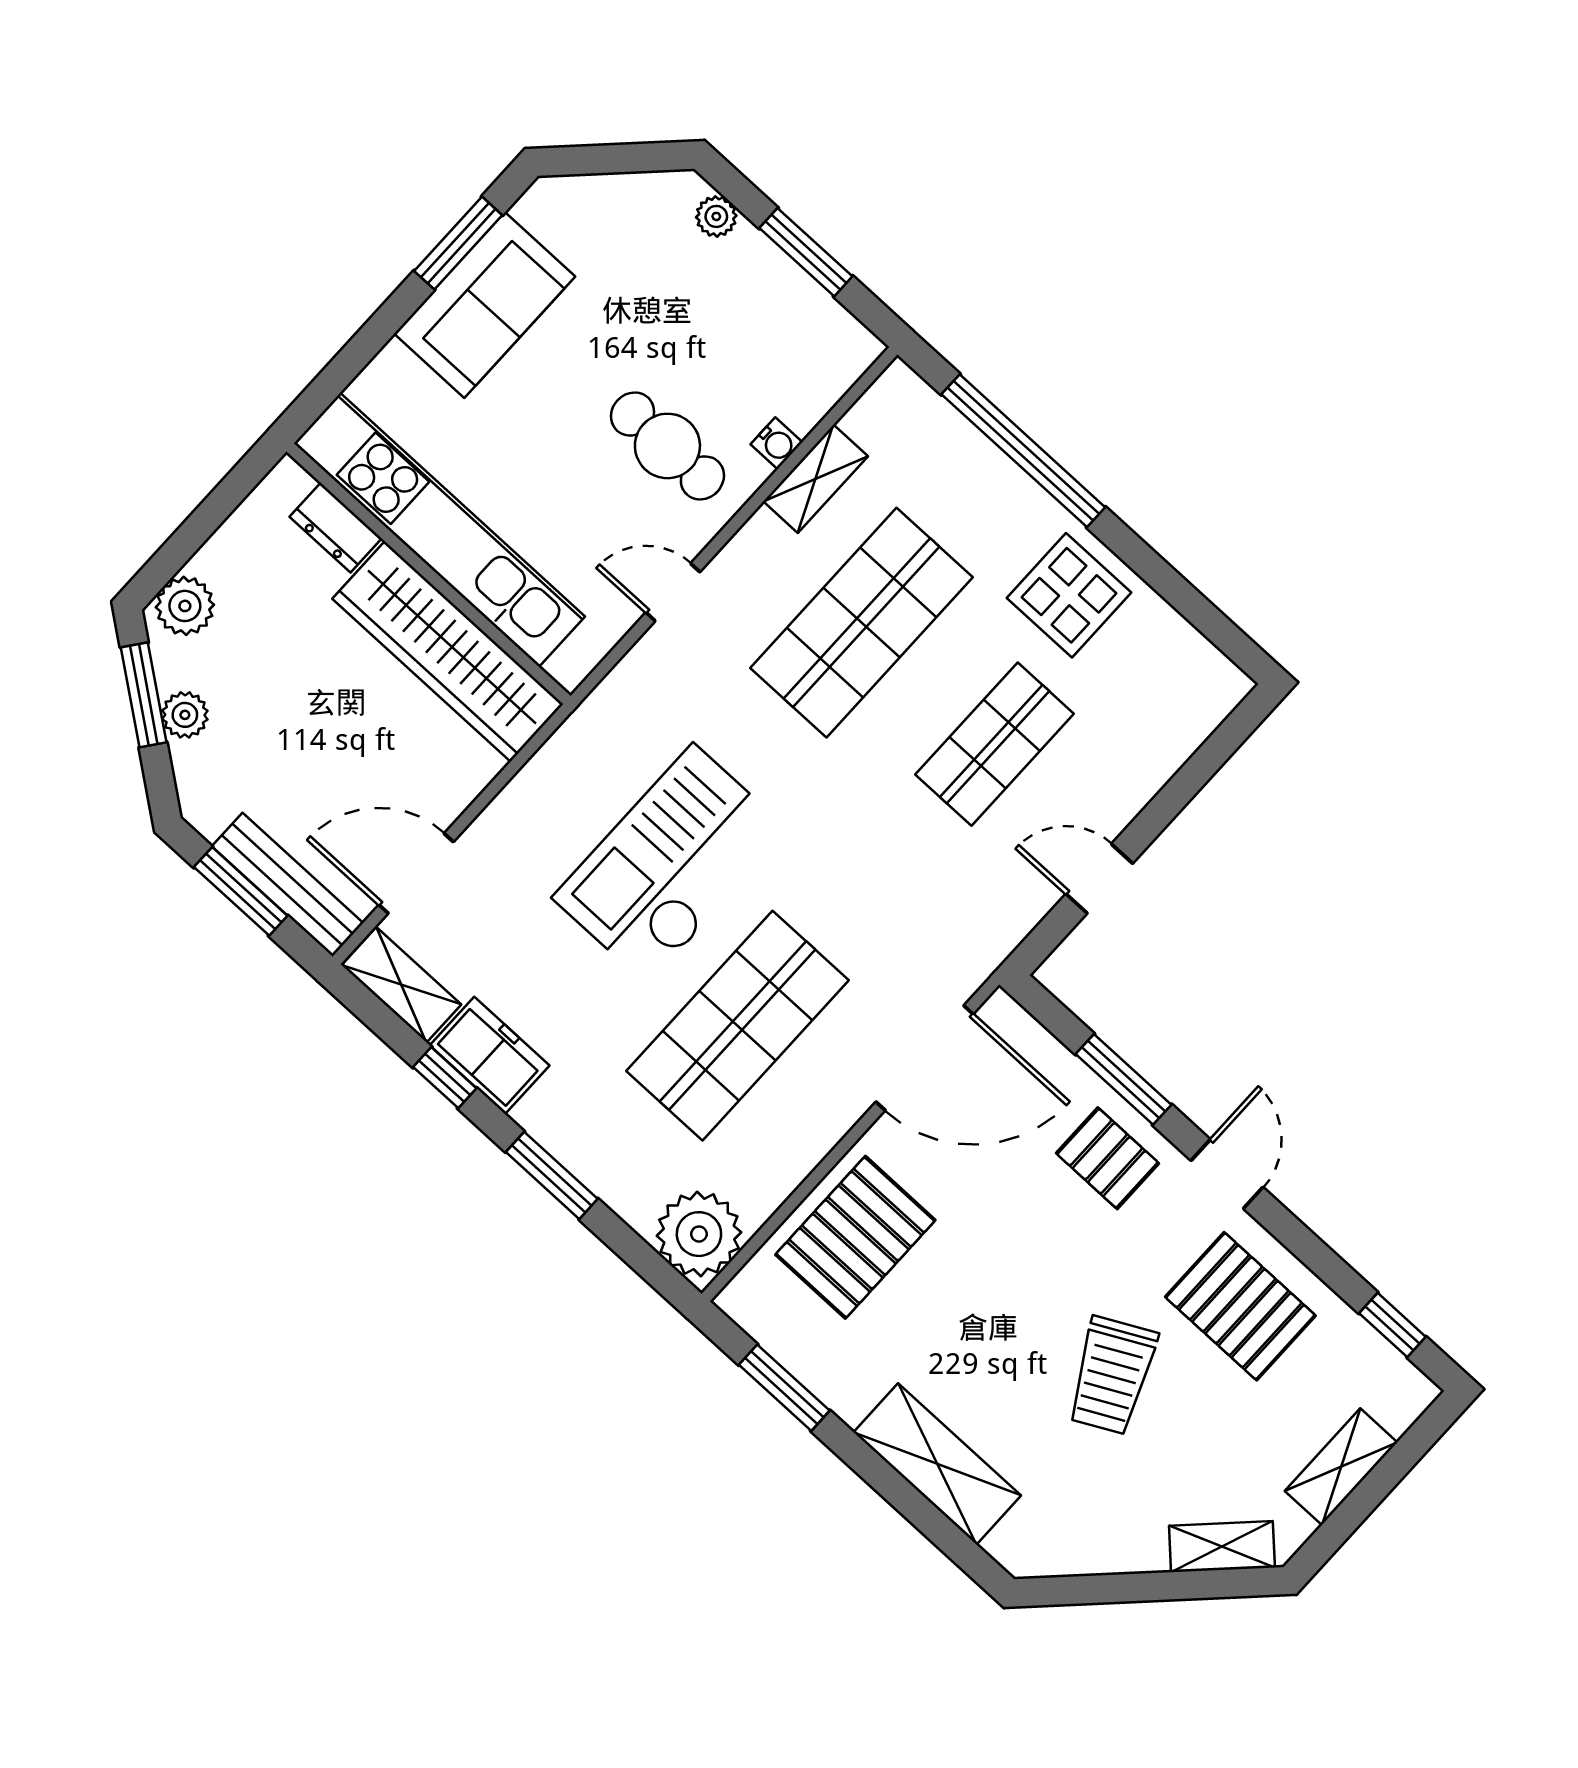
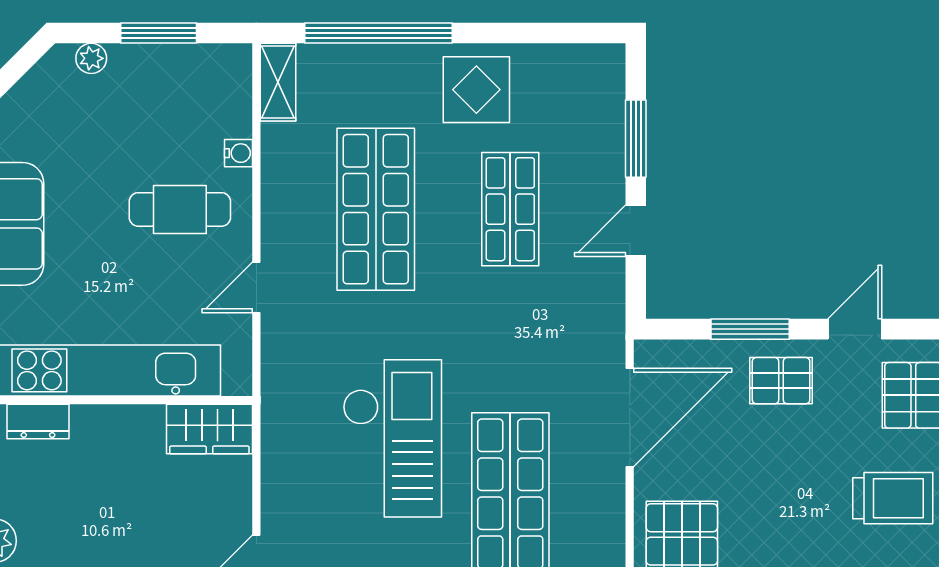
shelving: (816, 479) -> (278, 82), moved
wardrobe: (448, 651) -> (209, 429), width x0.48, depth x0.85
window: (1182, 788) -> (636, 139), added
checkout: (671, 864) -> (392, 438), turned 180
door: (1227, 1174) -> (855, 329), hinge flipped
trolley: (1112, 1376) -> (893, 498), turned -63

